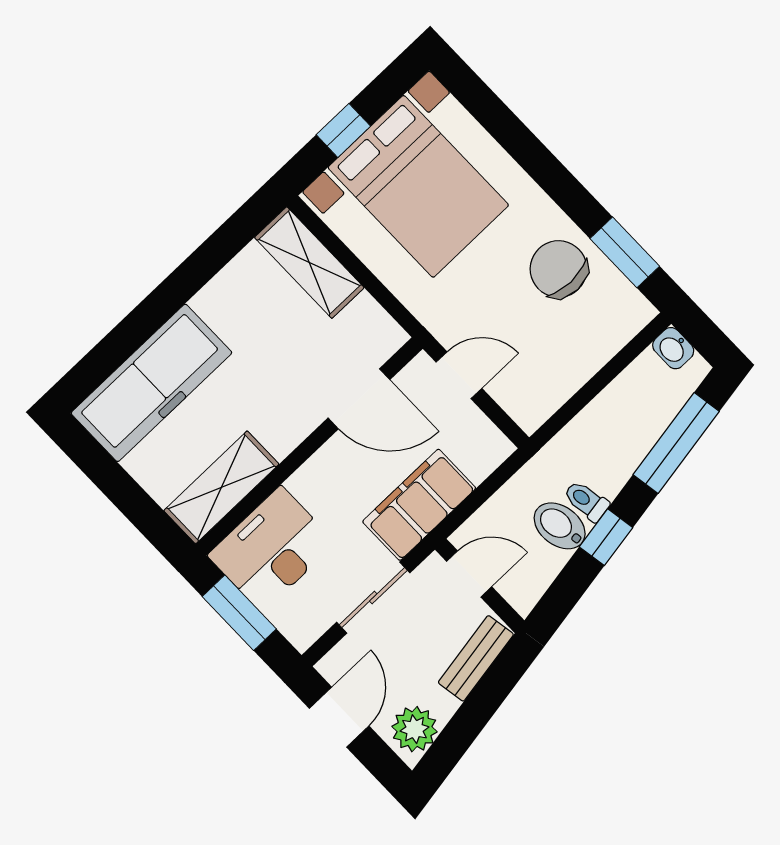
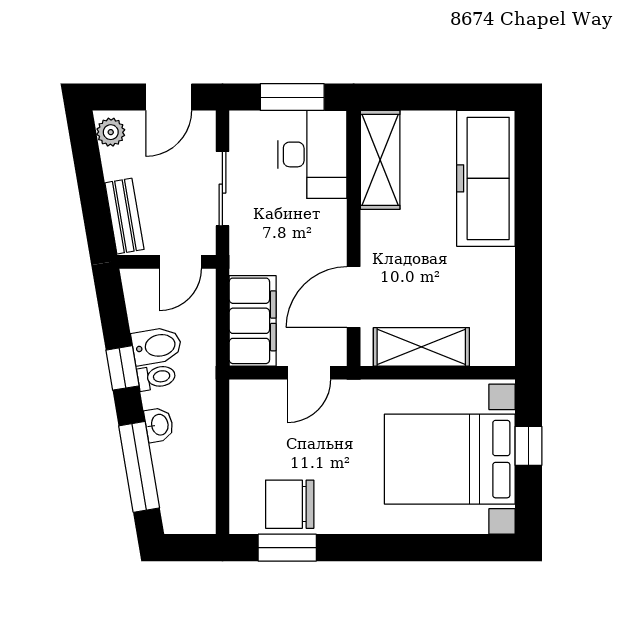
shelving: (309, 263) -> (421, 347), moved
chair: (559, 269) -> (290, 504), moved, turned 180
washbasin: (673, 348) -> (159, 425), moved, turned 80
filing cabinet: (419, 505) -> (253, 321), moved
door: (339, 717) -> (169, 97), hinge flipped
plant: (415, 729) -> (111, 132), width x0.73, depth x0.73

